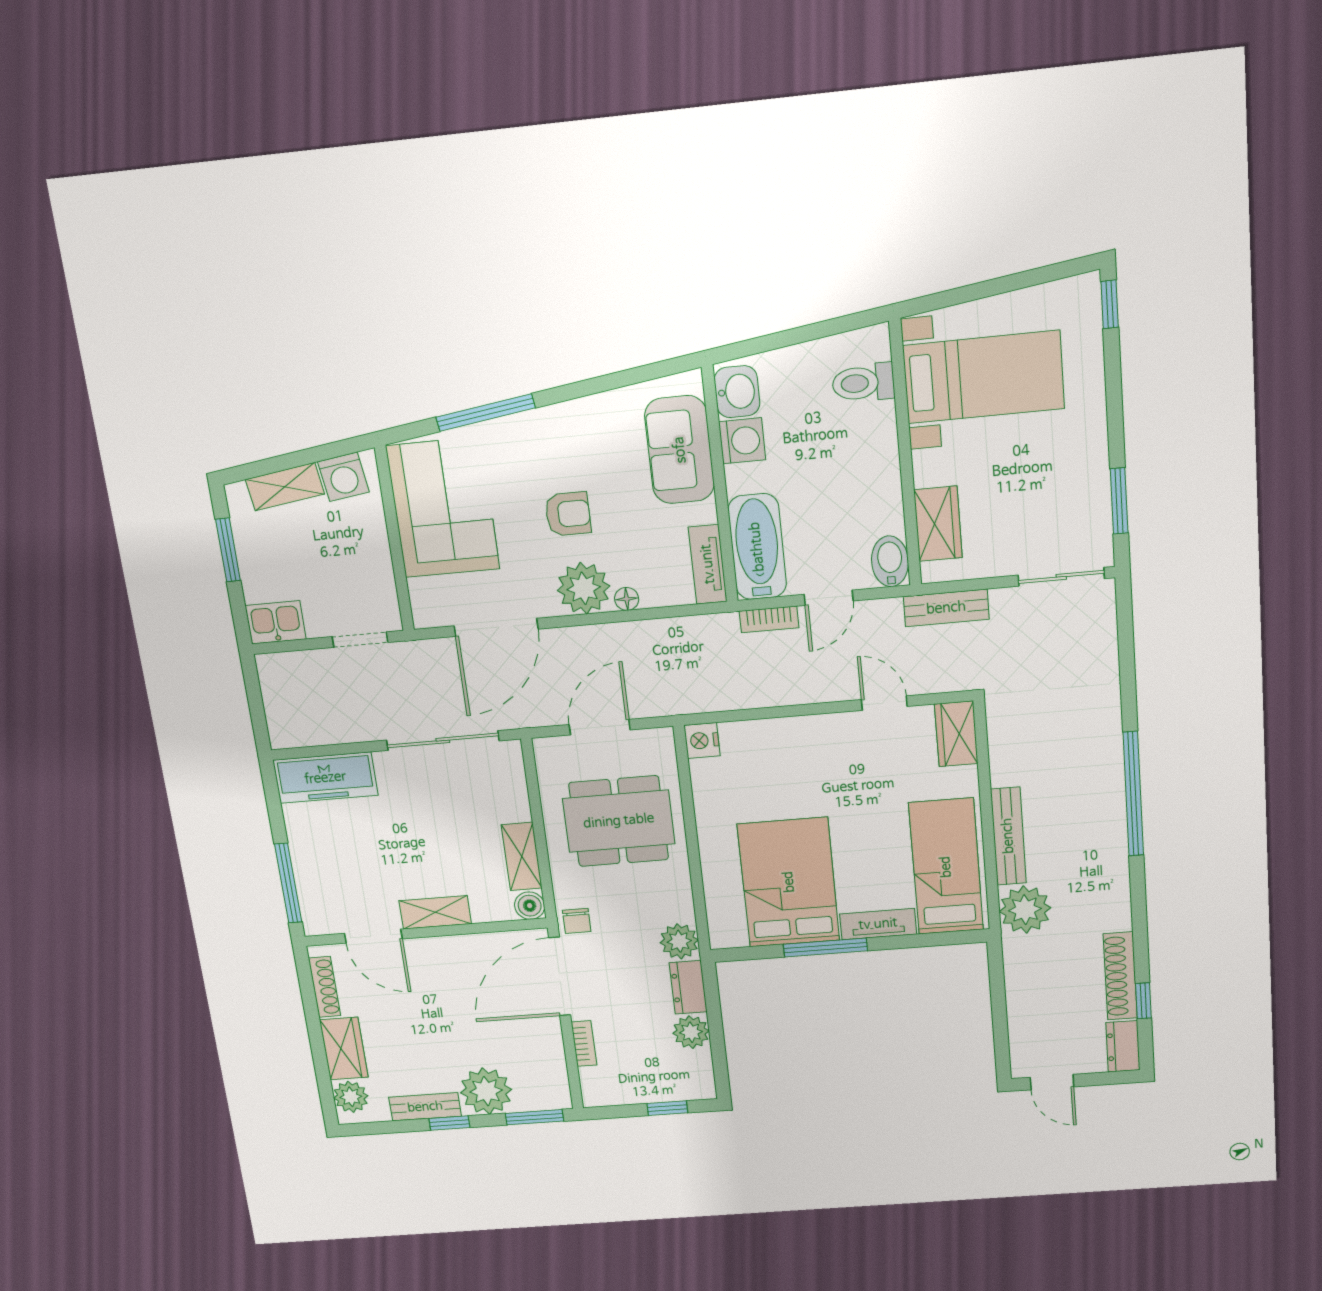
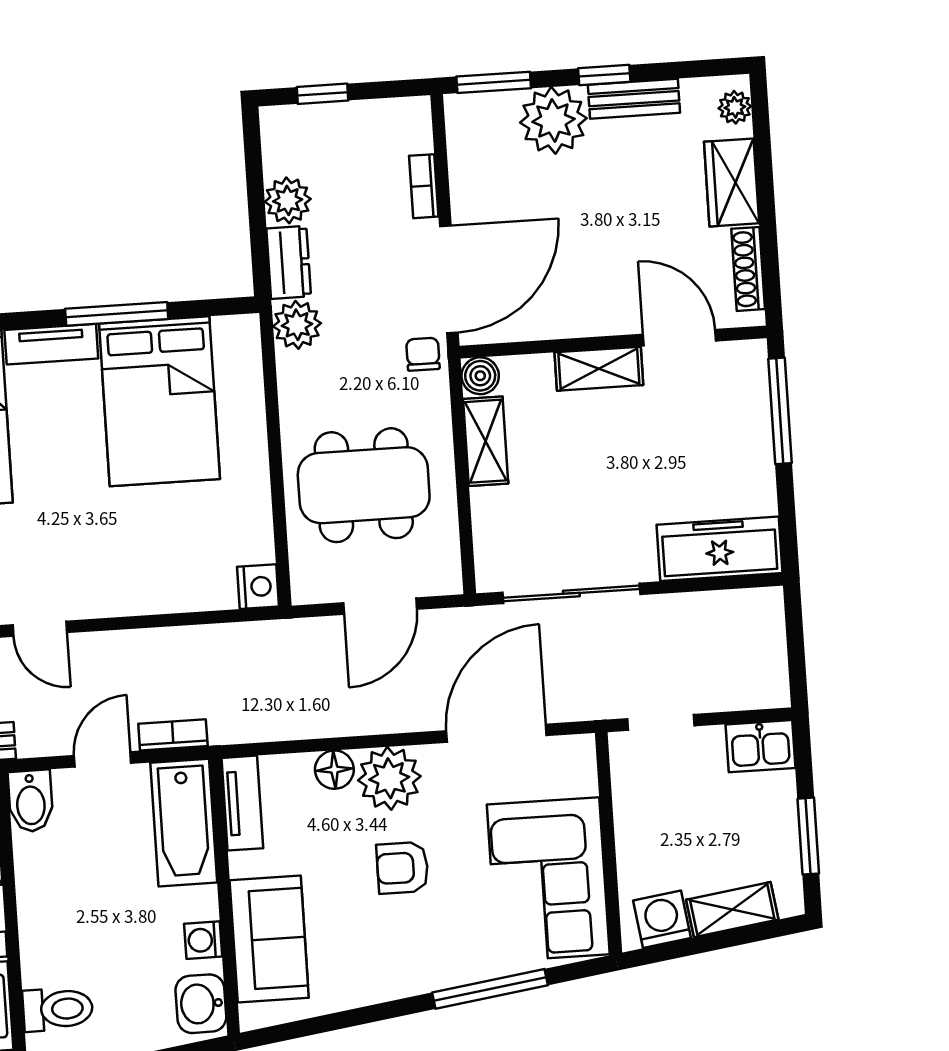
washing machine: (742, 441) -> (203, 940), width x0.73, depth x0.73
floor lamp: (627, 599) -> (334, 770), width x1.37, depth x1.37
plant: (351, 1097) -> (735, 107), width x0.73, depth x0.73

